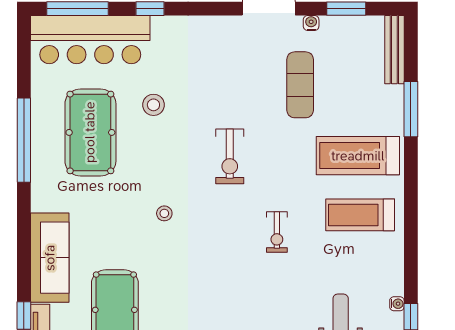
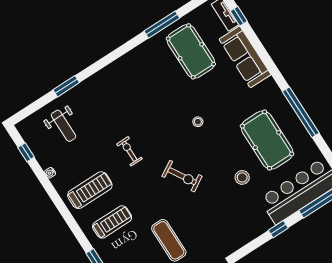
exercise bike: (230, 156) -> (182, 176), turned 149
treadmill: (358, 156) -> (112, 222), width x0.73, depth x0.73
water cooler: (397, 304) -> (50, 173), moved

